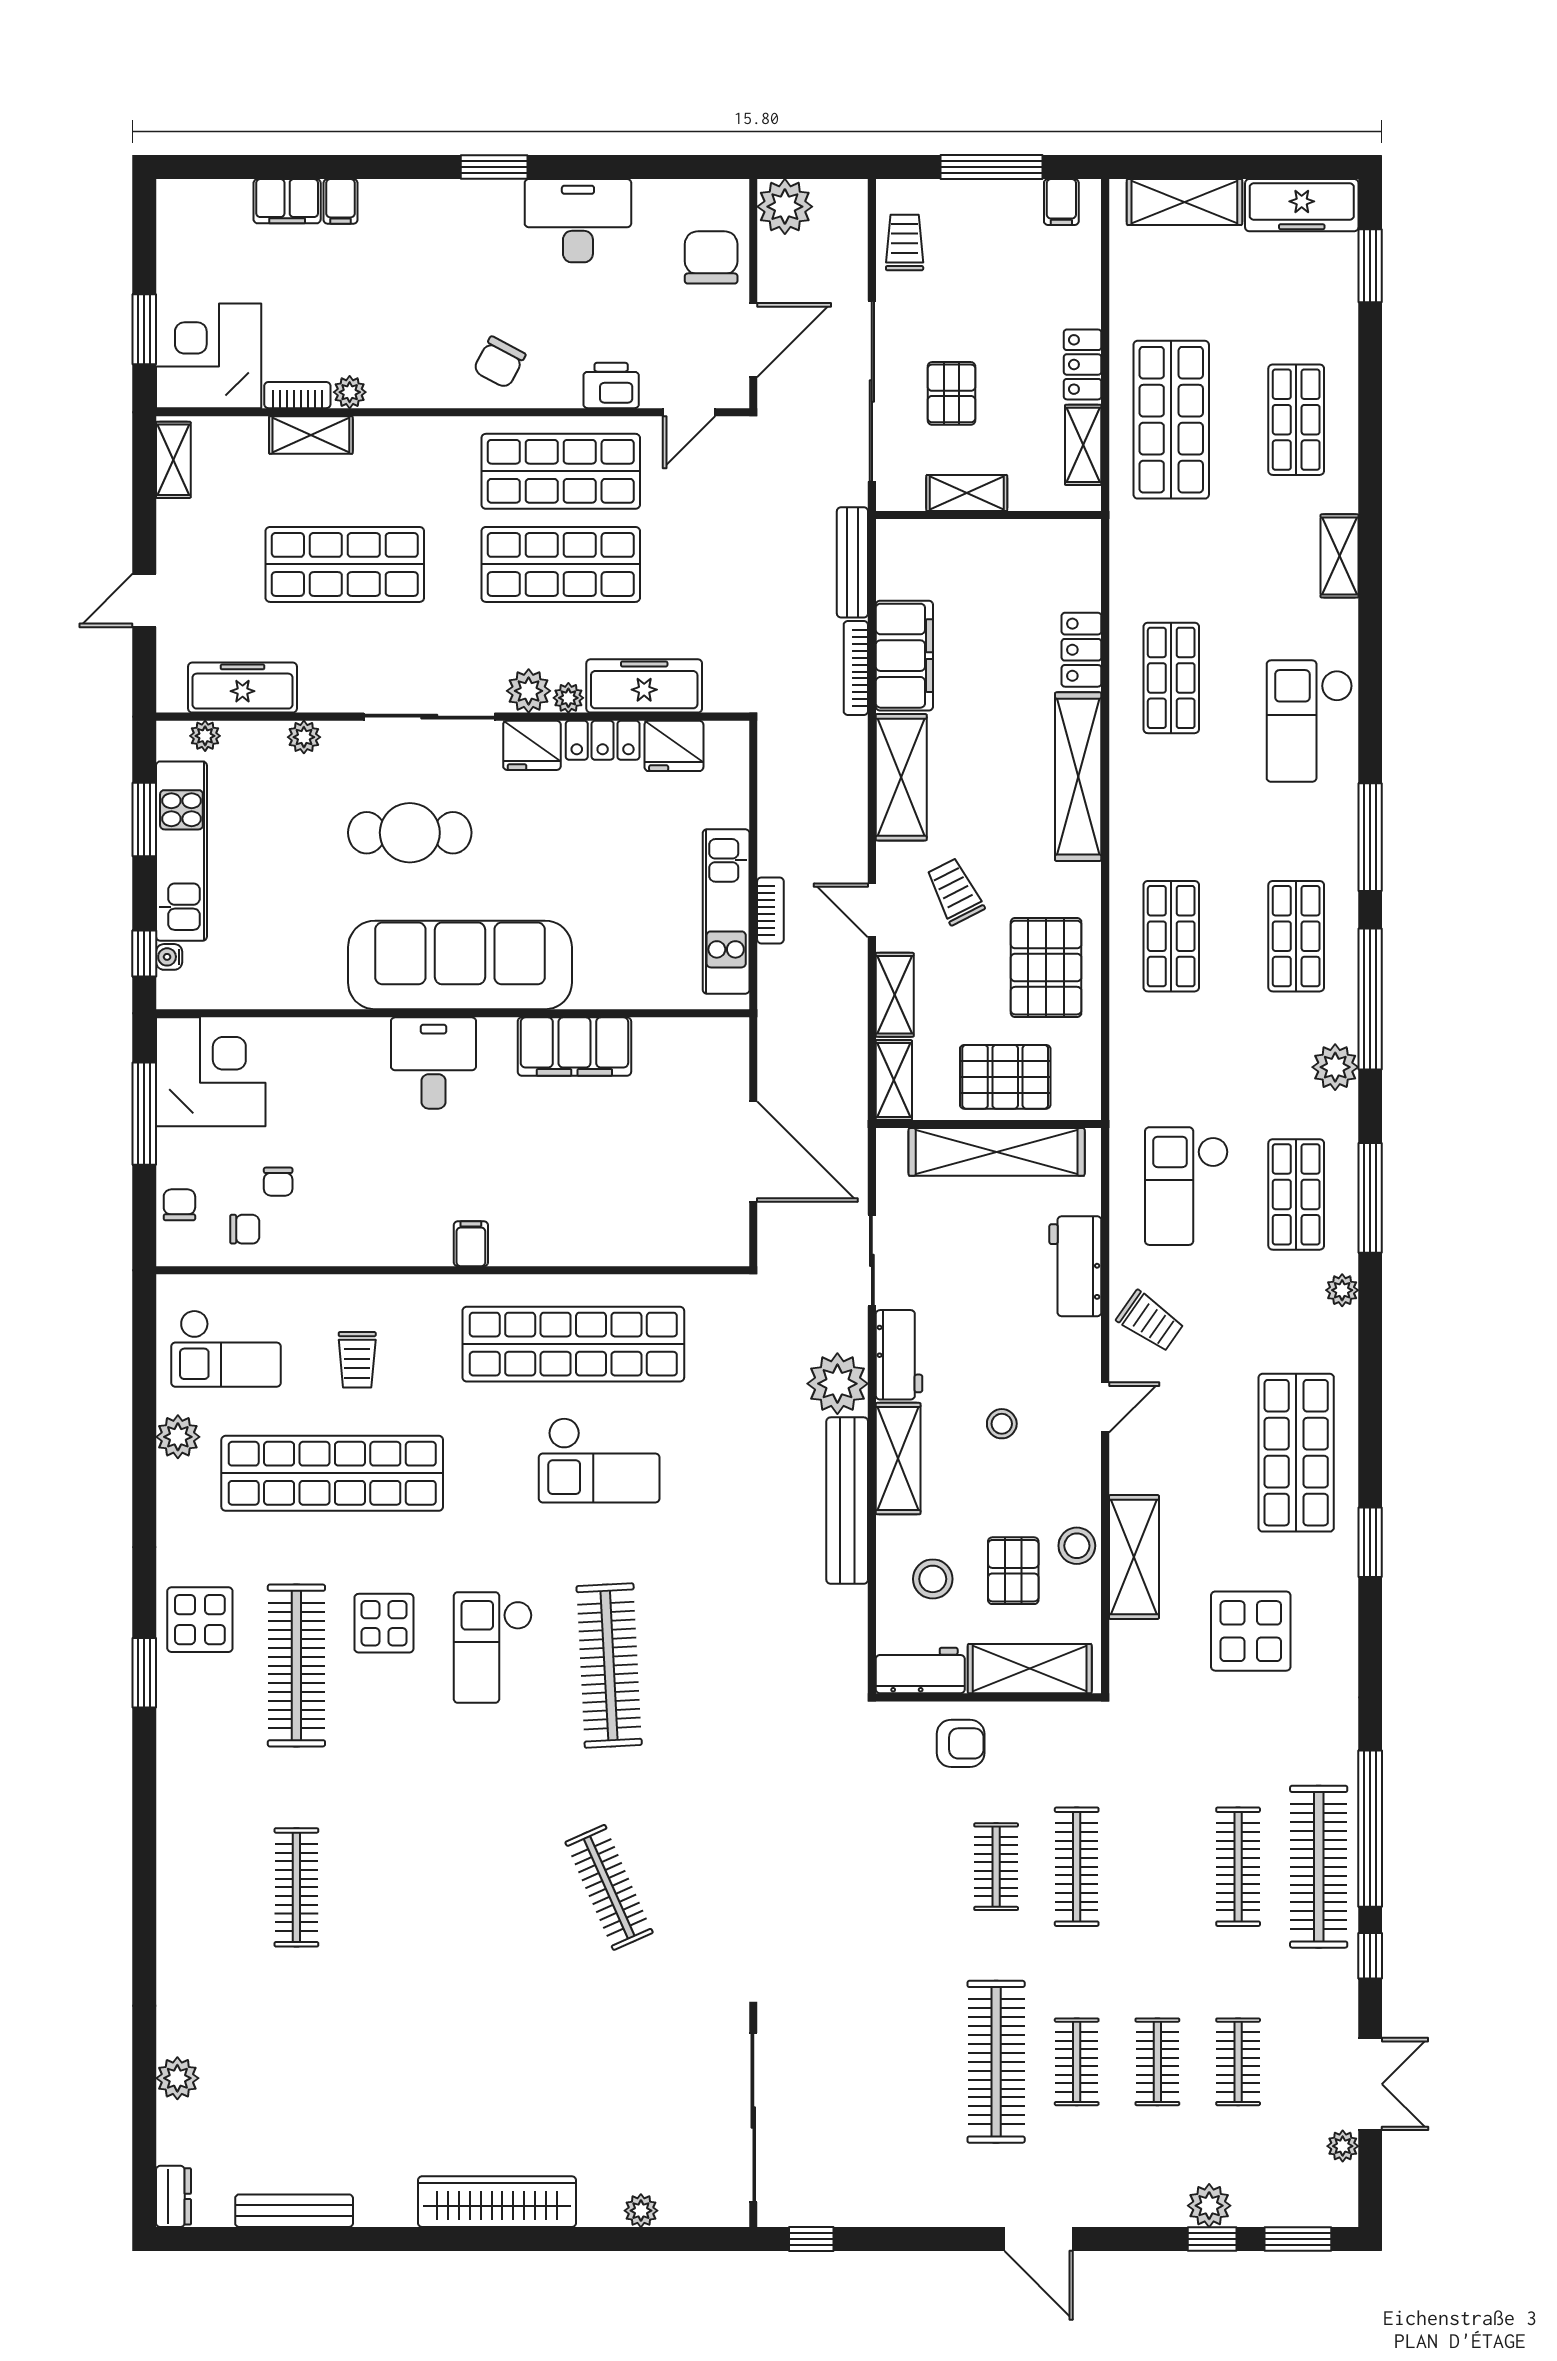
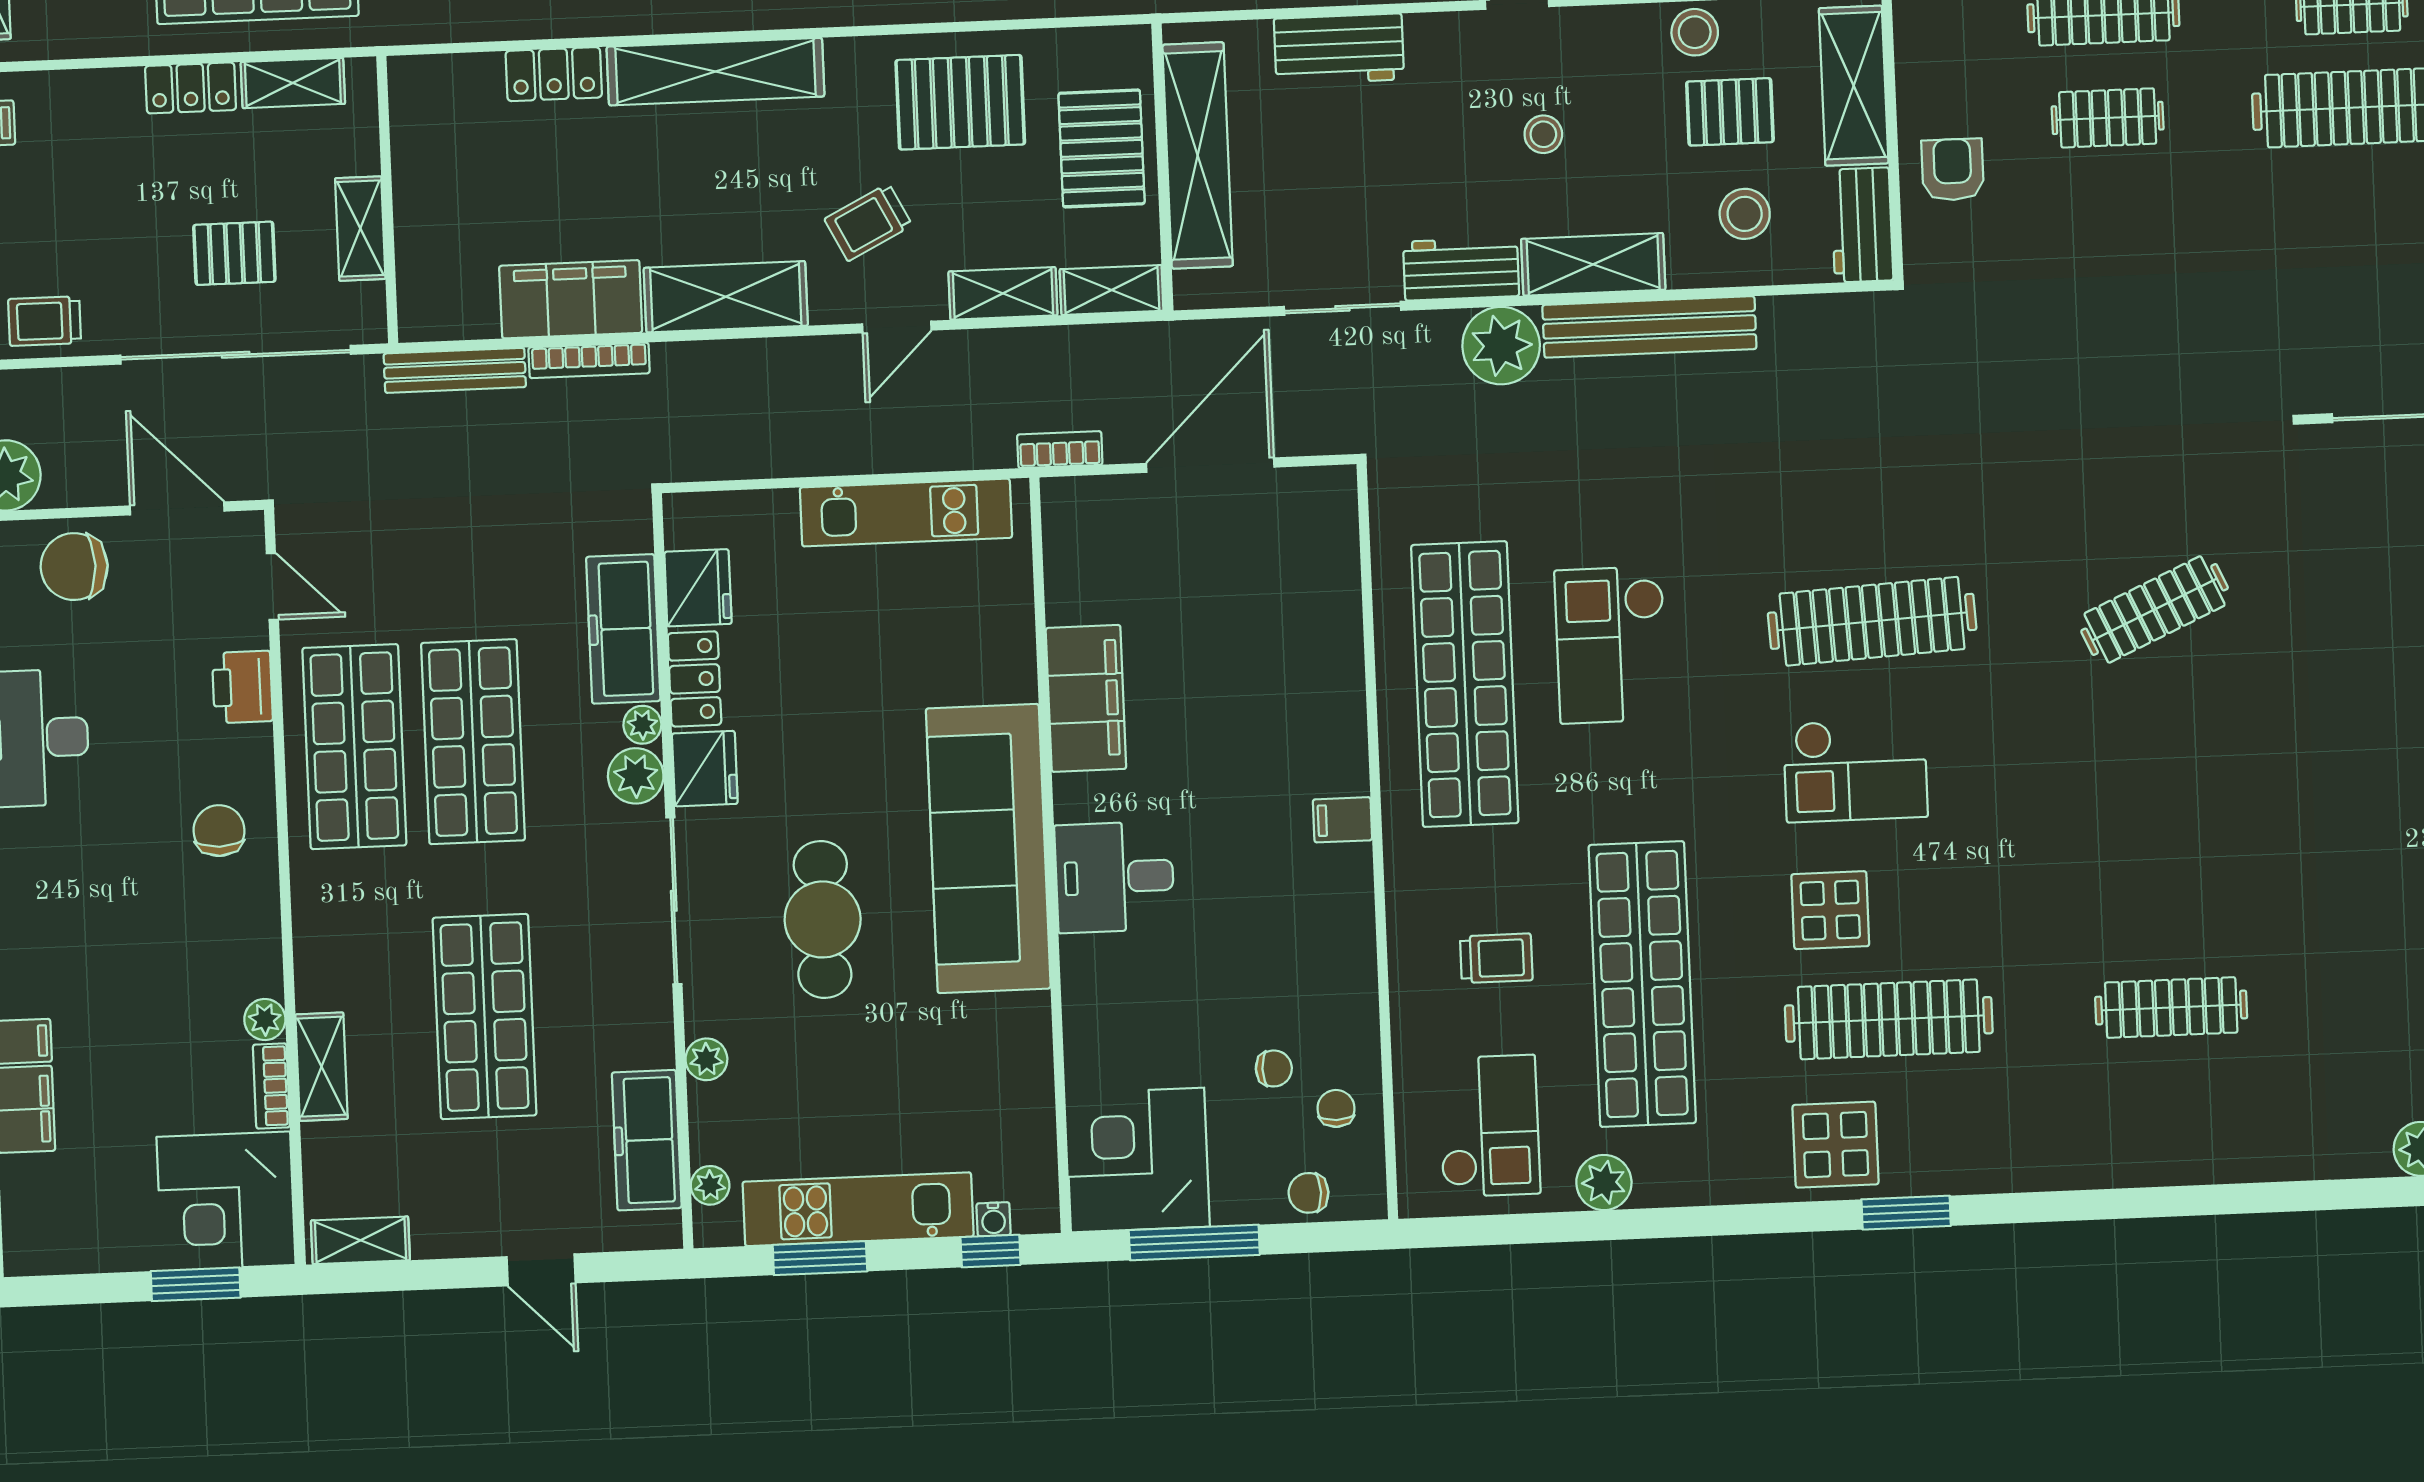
chair: (499, 362) -> (219, 831), turned -118
bookcase: (770, 910) -> (1060, 450), moved
checkout: (599, 1460) -> (1611, 645), turned 180

